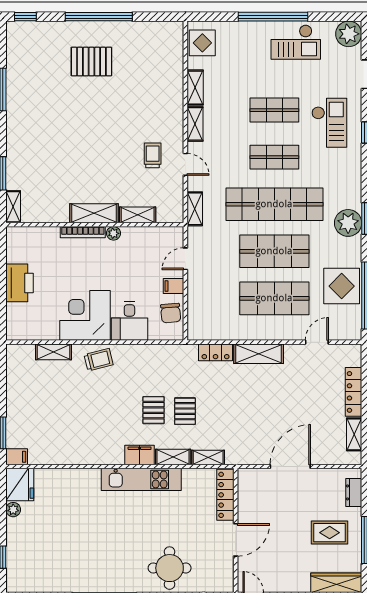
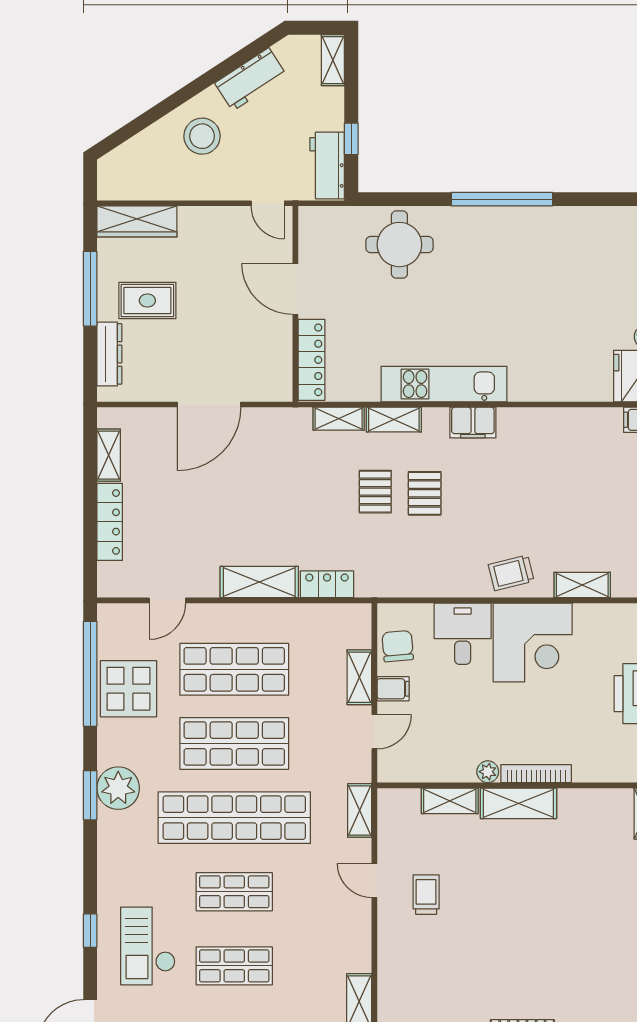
shelving: (195, 124) -> (359, 677), moved
trolley: (153, 155) -> (426, 895), turned 180
filing cabinet: (140, 455) -> (473, 423), moved
dresser: (354, 492) -> (109, 354), width x1.44
door: (236, 540) -> (295, 289), hinge flipped

